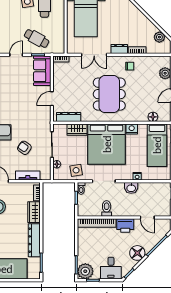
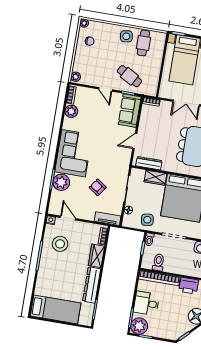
door: (16, 55) -> (105, 89), swing flipped
tv unit: (28, 176) -> (108, 219), moved
toilet: (107, 208) -> (158, 262), moved
desk: (111, 268) -> (146, 303), moved, turned 90

